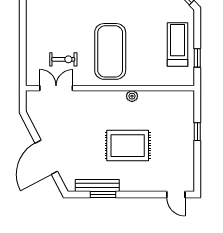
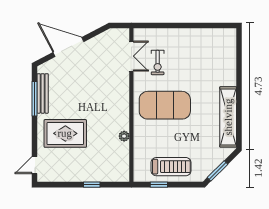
plant: (132, 96) -> (124, 136), moved
rug: (128, 146) -> (65, 133), moved, turned 90
window: (103, 194) -> (34, 99), width x1.44

